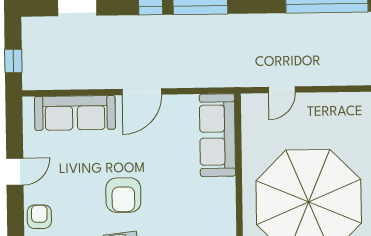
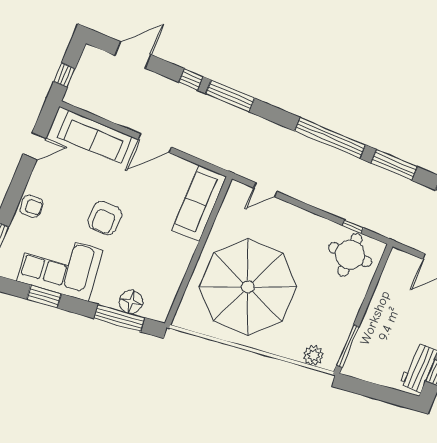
door: (15, 172) -> (35, 146), moved
armchair: (39, 217) -> (31, 206), turned 87

